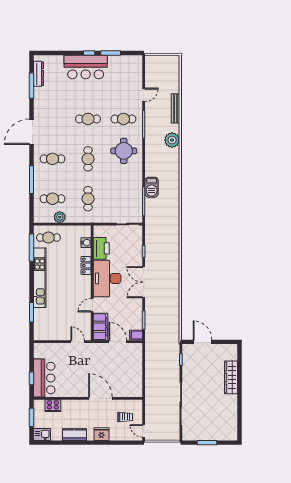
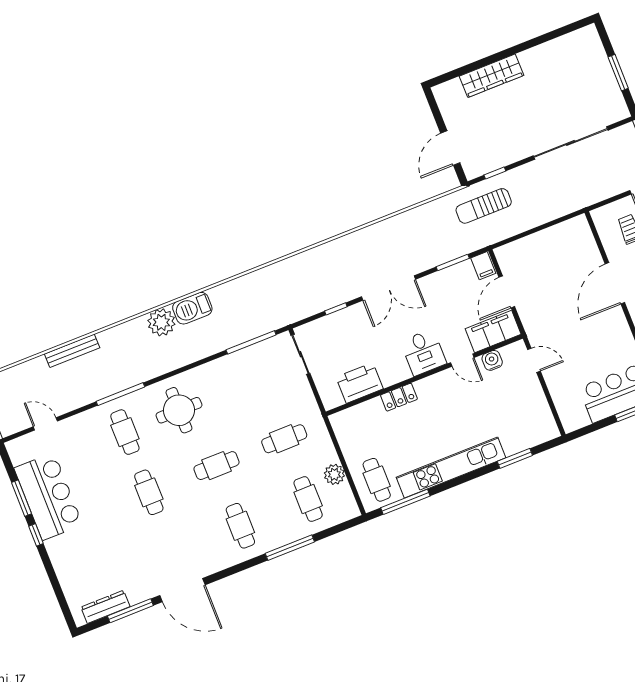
bar counter: (86, 67) -> (48, 496), moved
door: (144, 95) -> (45, 424), moved
door: (31, 132) -> (182, 590), moved
plant: (172, 140) -> (161, 322), moved
barbecue: (152, 187) -> (192, 308), moved, turned 180
water cooler: (86, 243) -> (492, 360), moved
desk: (107, 278) -> (423, 352), width x0.53, depth x0.77
door: (78, 342) -> (534, 360), swing flipped
sun lounger: (166, 347) -> (484, 206), added

